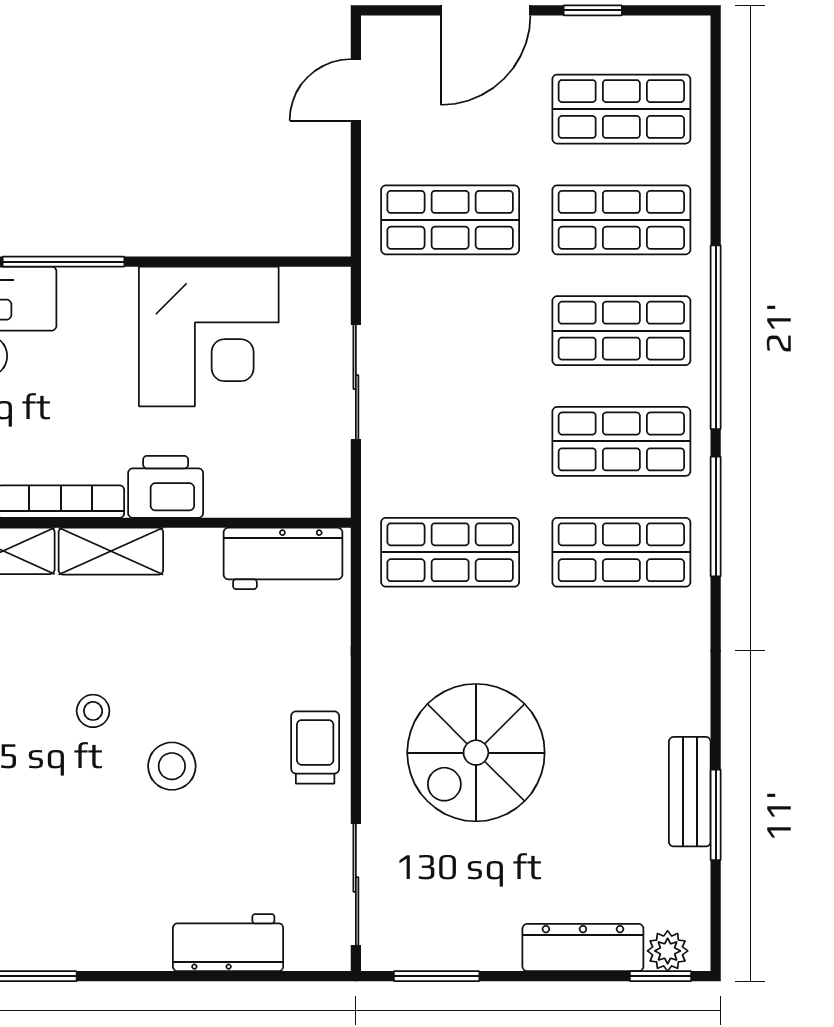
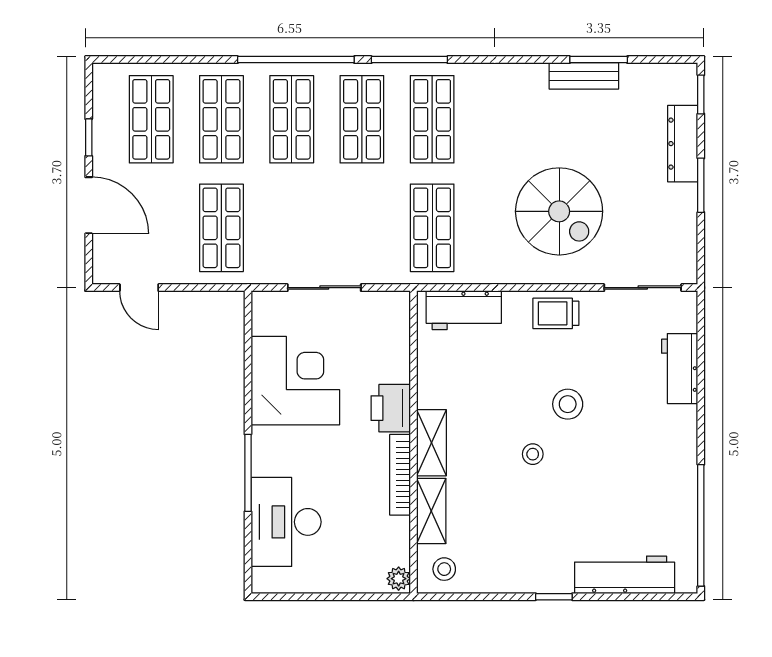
workbench: (283, 558) -> (464, 310), moved, turned 90
plant: (668, 951) -> (685, 90), removed
window: (437, 976) -> (701, 185), moved

